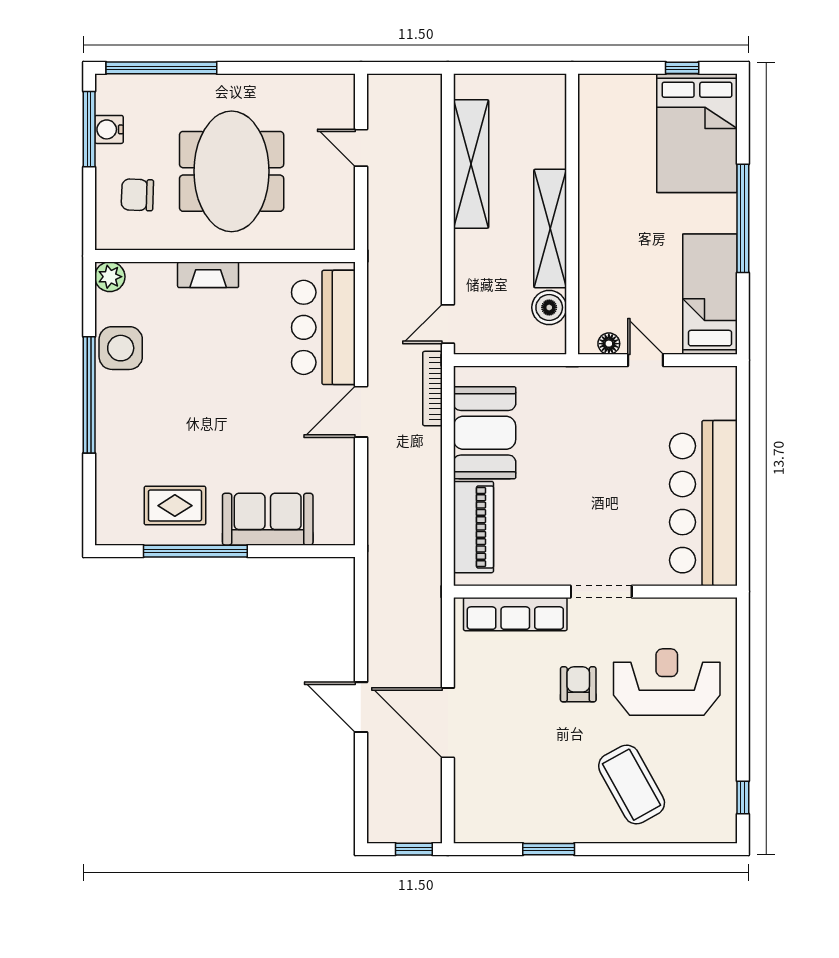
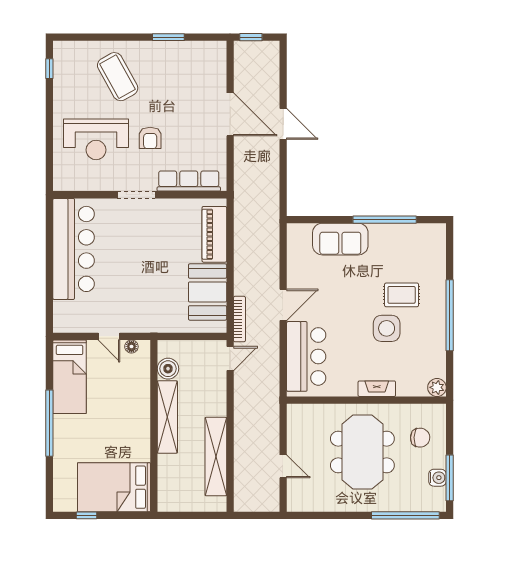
bed: (697, 133) -> (114, 487), moved, turned -90
side table: (121, 348) -> (387, 328), moved
rug: (175, 506) -> (402, 295), moved

